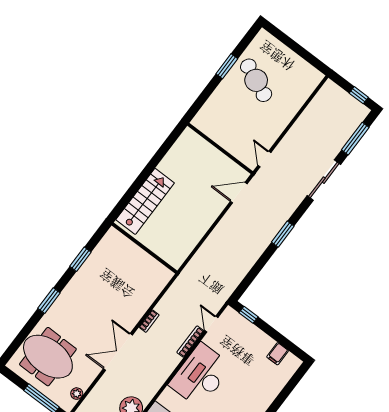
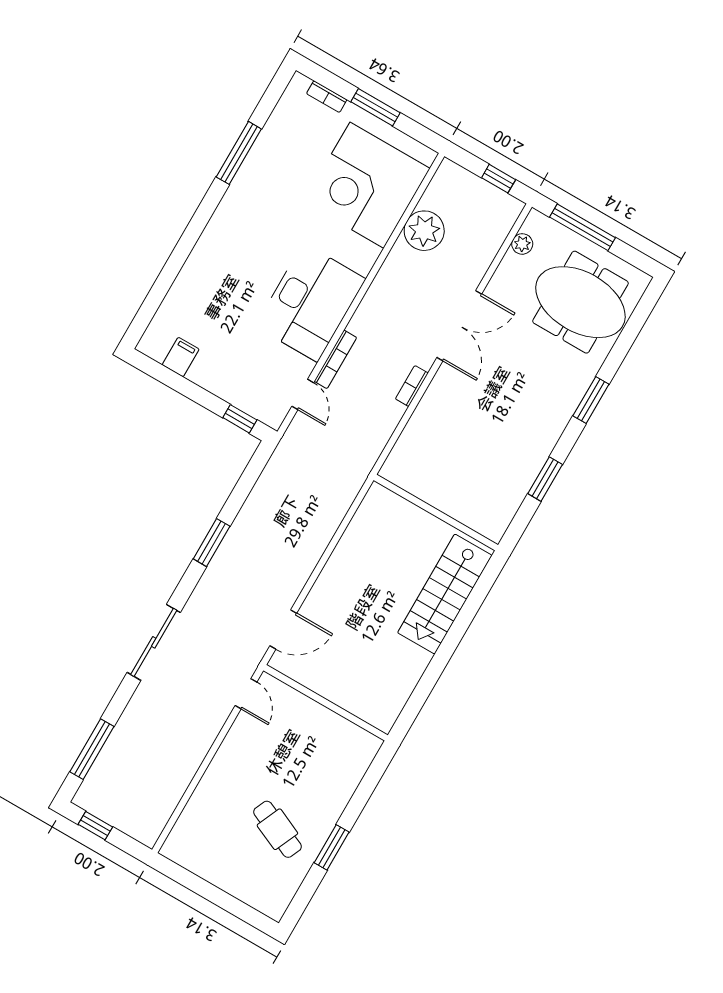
cafe table: (256, 80) -> (277, 829), width x0.73, depth x0.74
sliding door: (324, 180) -> (154, 642), moved
window: (283, 234) -> (212, 543), moved

